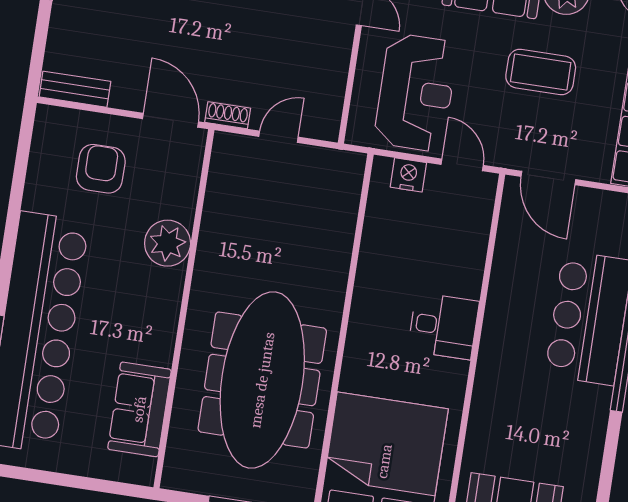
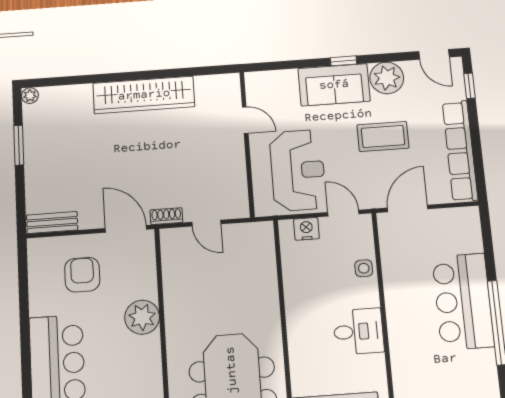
door: (278, 137) -> (206, 223), swing flipped
door: (548, 178) -> (408, 208), swing flipped
side table: (471, 245) -> (364, 268), added

